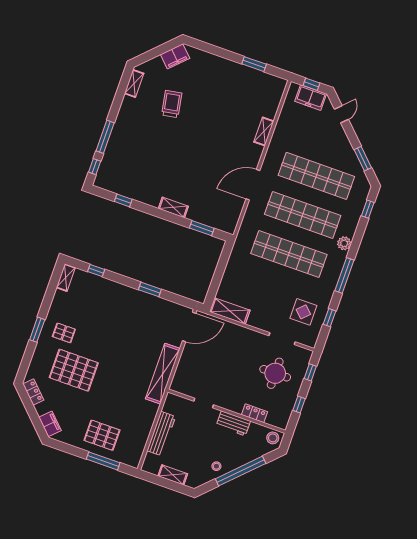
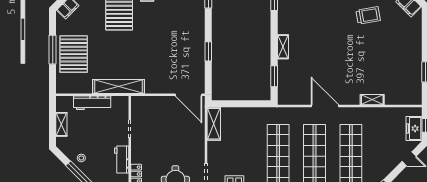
shelving: (163, 374) -> (118, 86), moved
pallet: (102, 435) -> (74, 54), width x1.37, depth x1.41
window: (103, 461) -> (53, 50), moved

